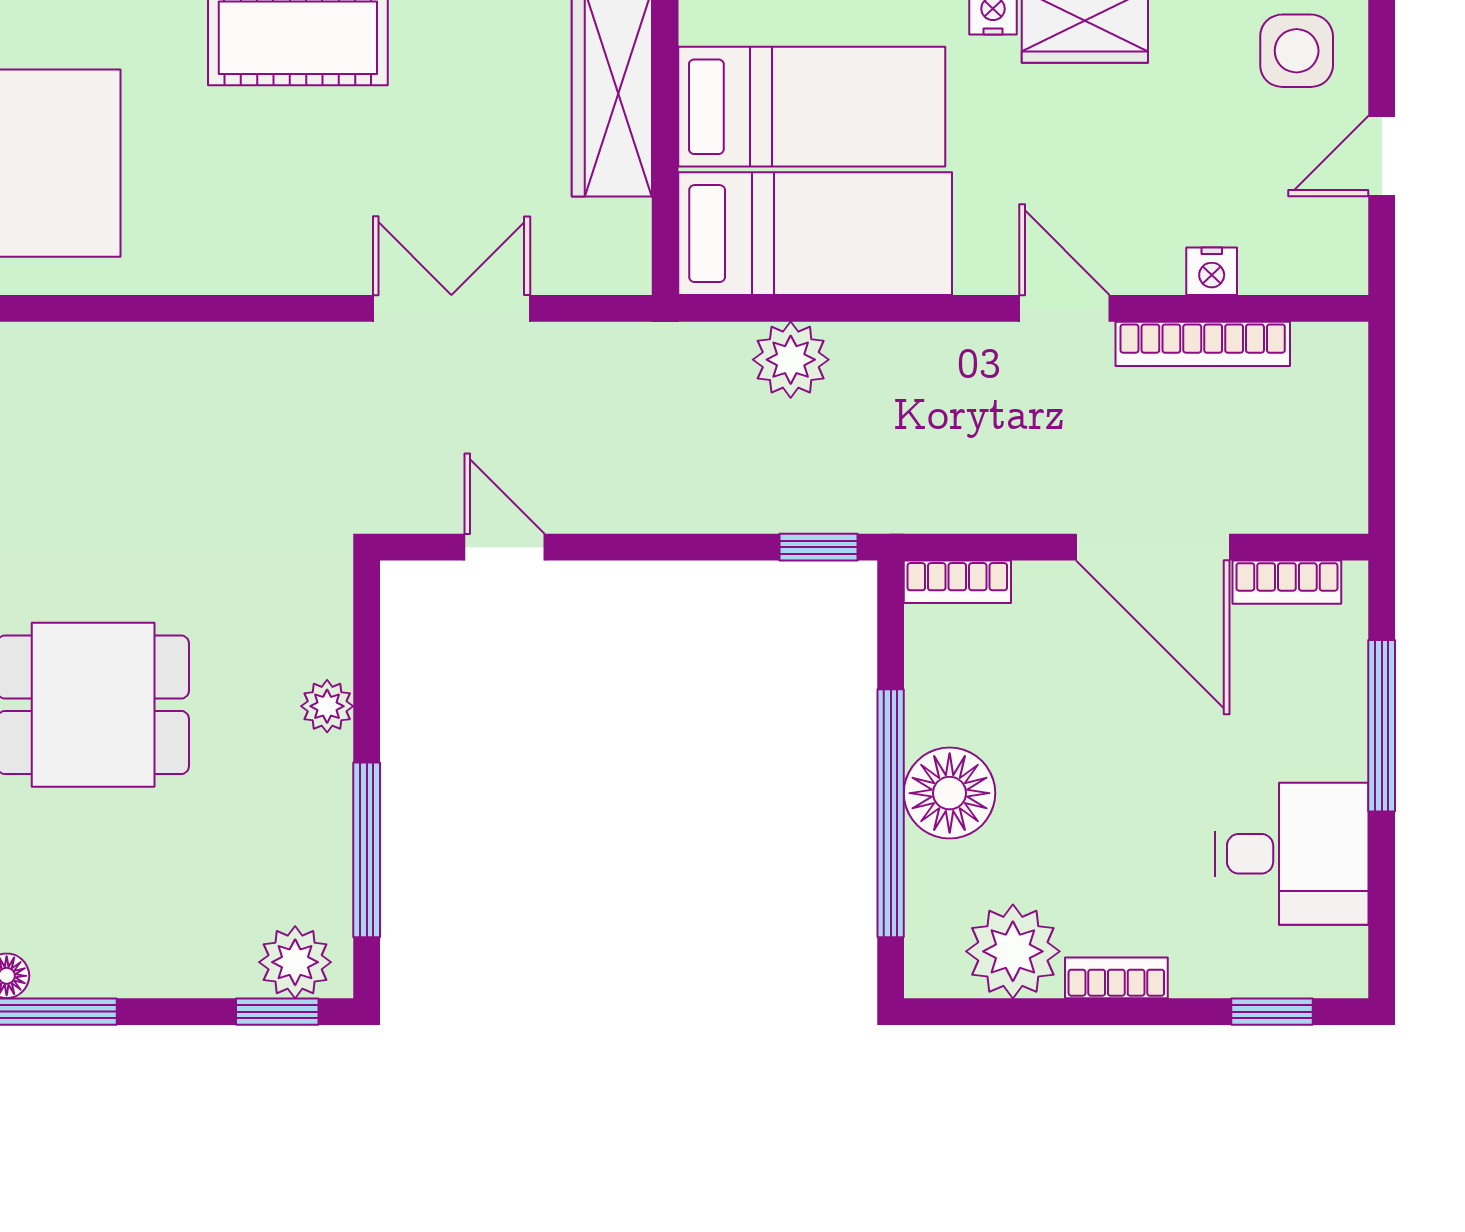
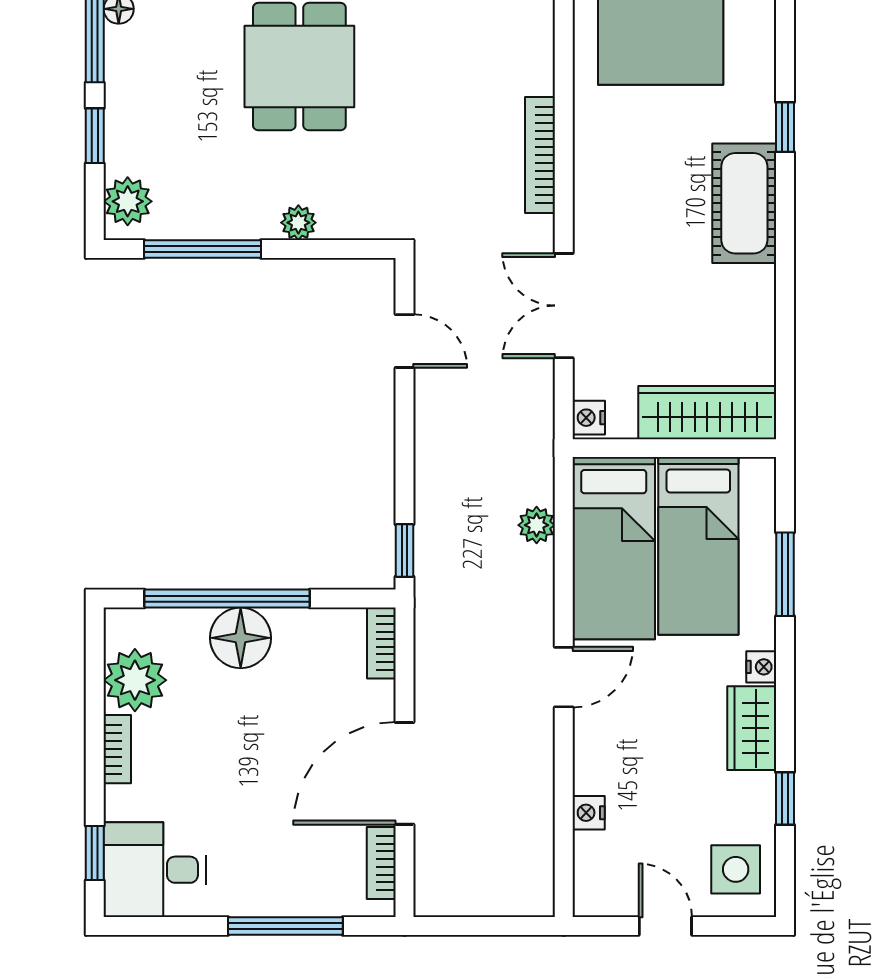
nightstand: (619, 271) -> (589, 418), added
double door: (451, 308) -> (564, 306), swing flipped
door: (1064, 308) -> (564, 677), moved
bookcase: (1203, 344) -> (540, 155), moved
plant: (791, 360) -> (537, 525), width x0.73, depth x0.73
door: (504, 547) -> (405, 341), hinge flipped
desk: (1291, 854) -> (155, 870), moved, turned 90
window: (277, 1012) -> (95, 136), moved

